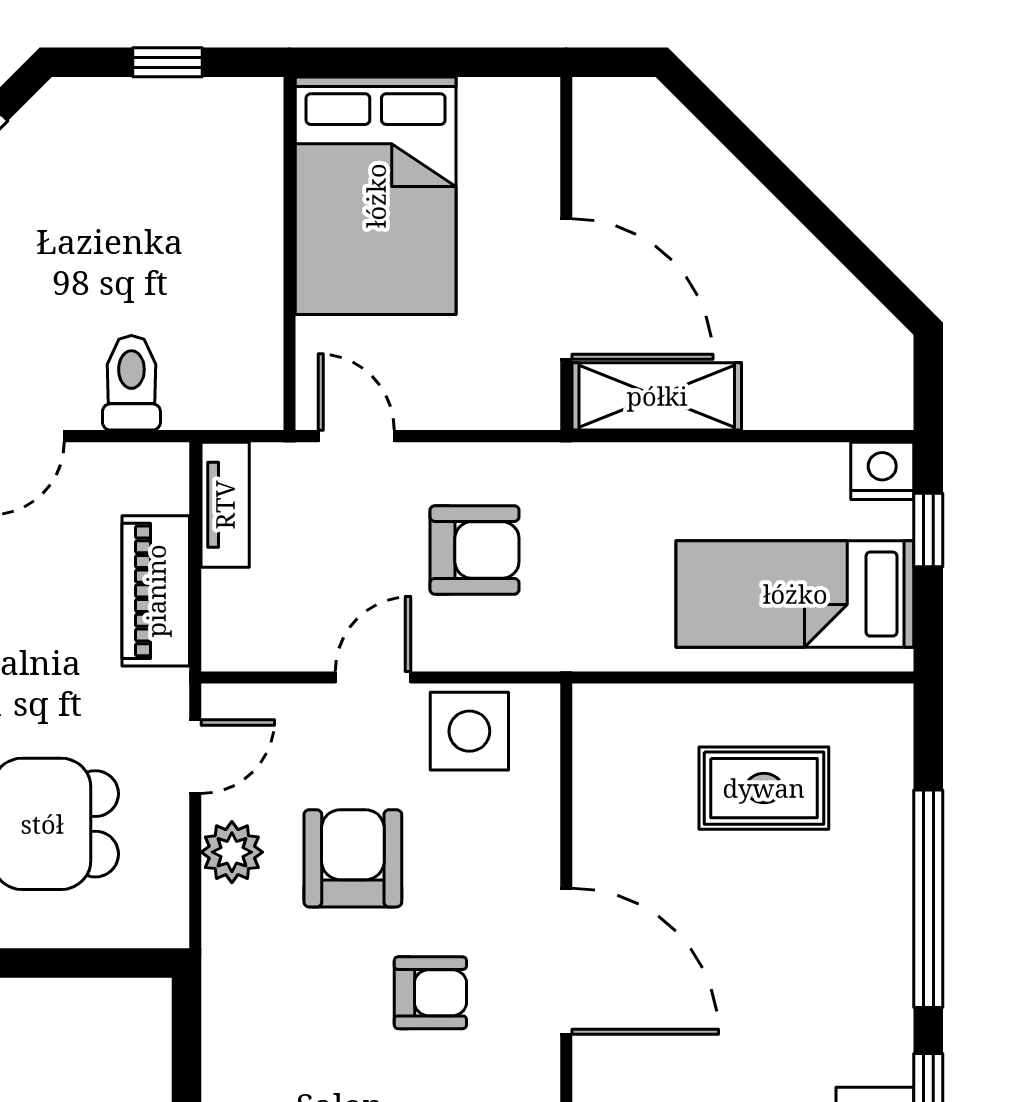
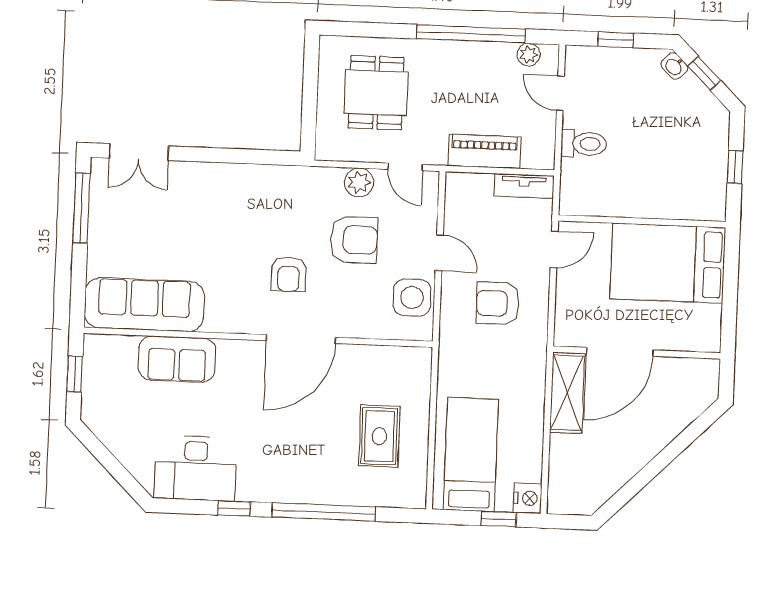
armchair: (474, 550) -> (498, 303), turned 90

